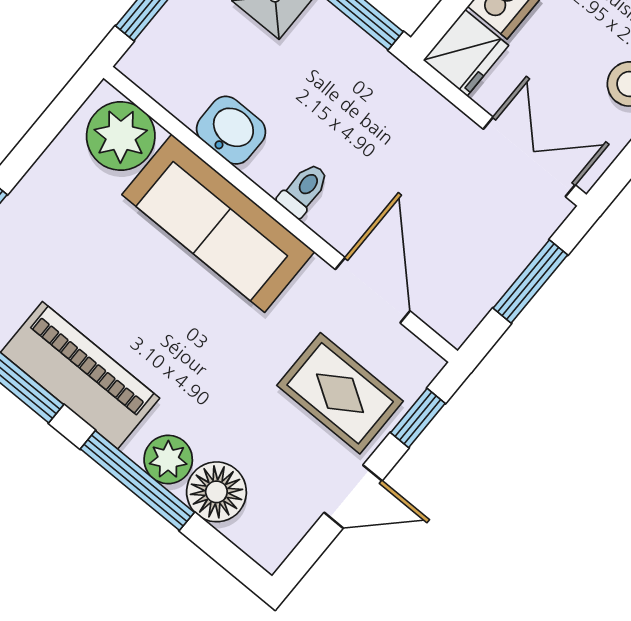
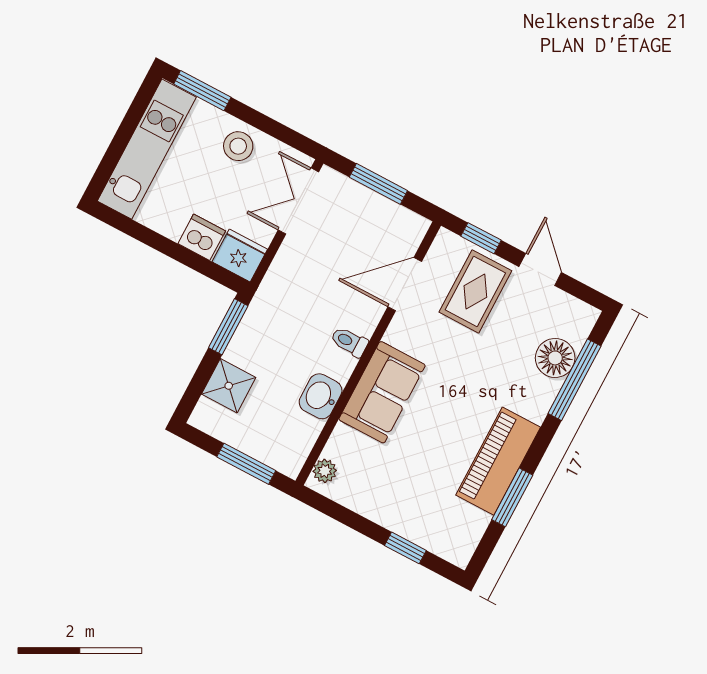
plant: (121, 136) -> (325, 471), width x0.53, depth x0.53
sofa: (218, 223) -> (382, 392), width x0.73
plant: (168, 460) -> (541, 393), removed
window: (137, 481) -> (575, 380), moved

